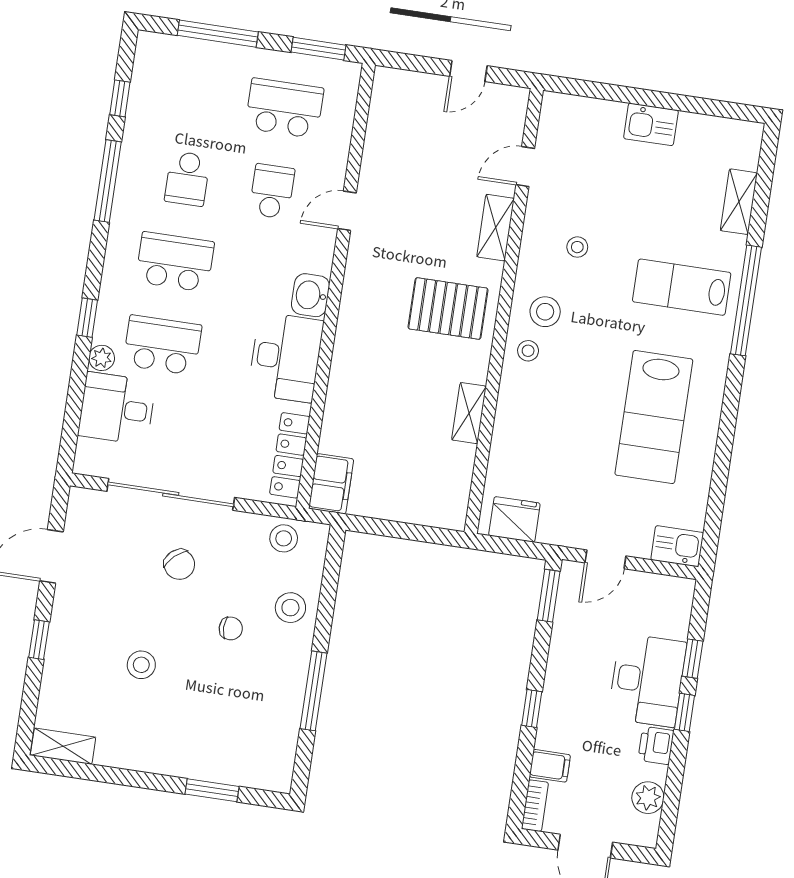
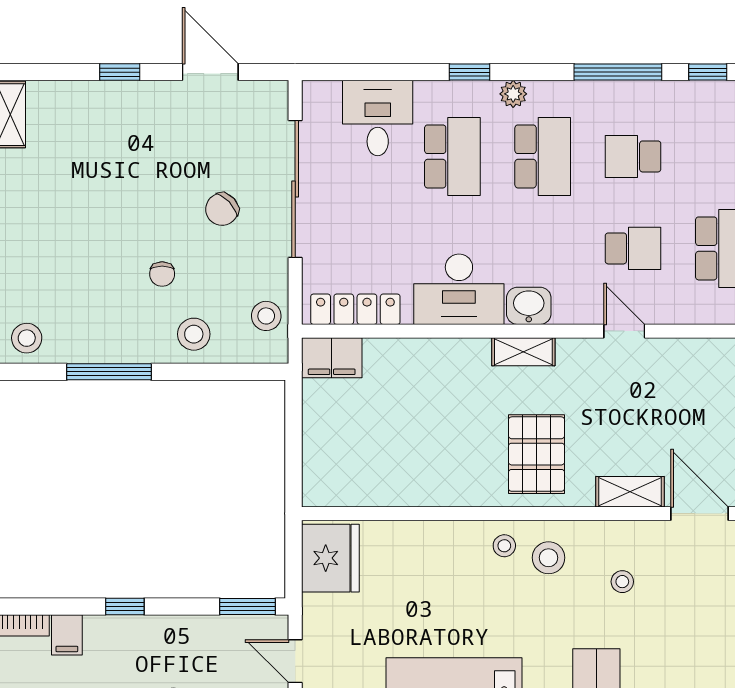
door: (525, 167) -> (700, 514), width x1.38
plant: (102, 358) -> (513, 94), moved
shelving: (469, 413) -> (523, 352), moved
fridge: (514, 519) -> (330, 558), width x1.36, depth x1.34
stool: (141, 665) -> (27, 338), moved

